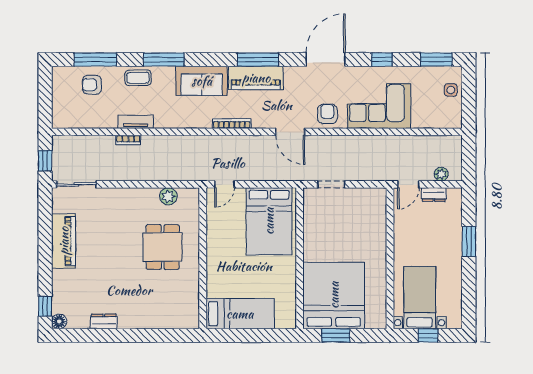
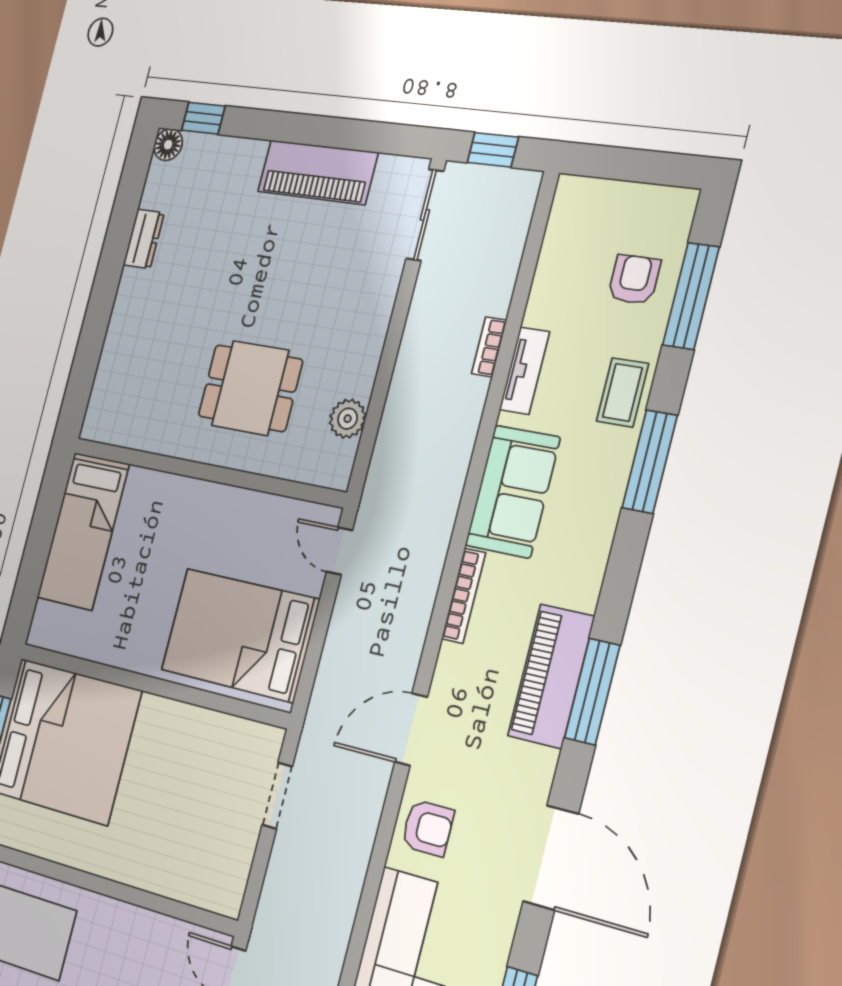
sofa: (202, 81) -> (513, 491), moved, turned 180

